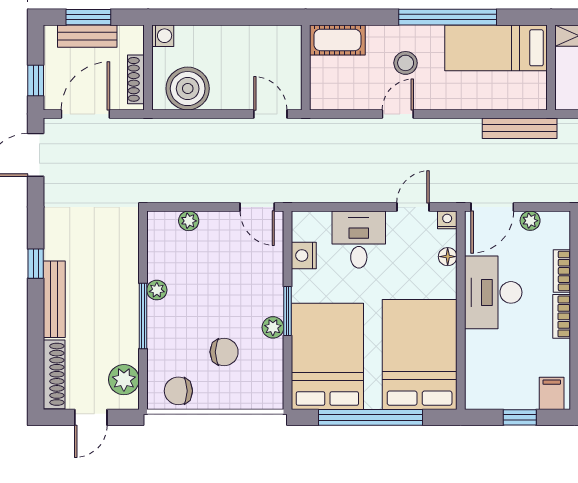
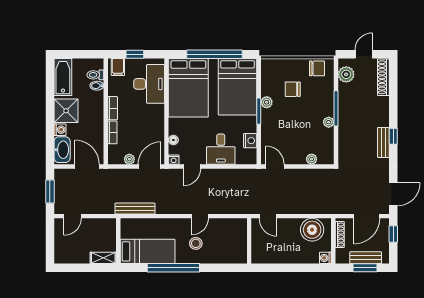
cot: (337, 40) -> (232, 256), removed
desk: (493, 292) -> (149, 84), moved
bench: (54, 299) -> (383, 142), moved, width x0.73

